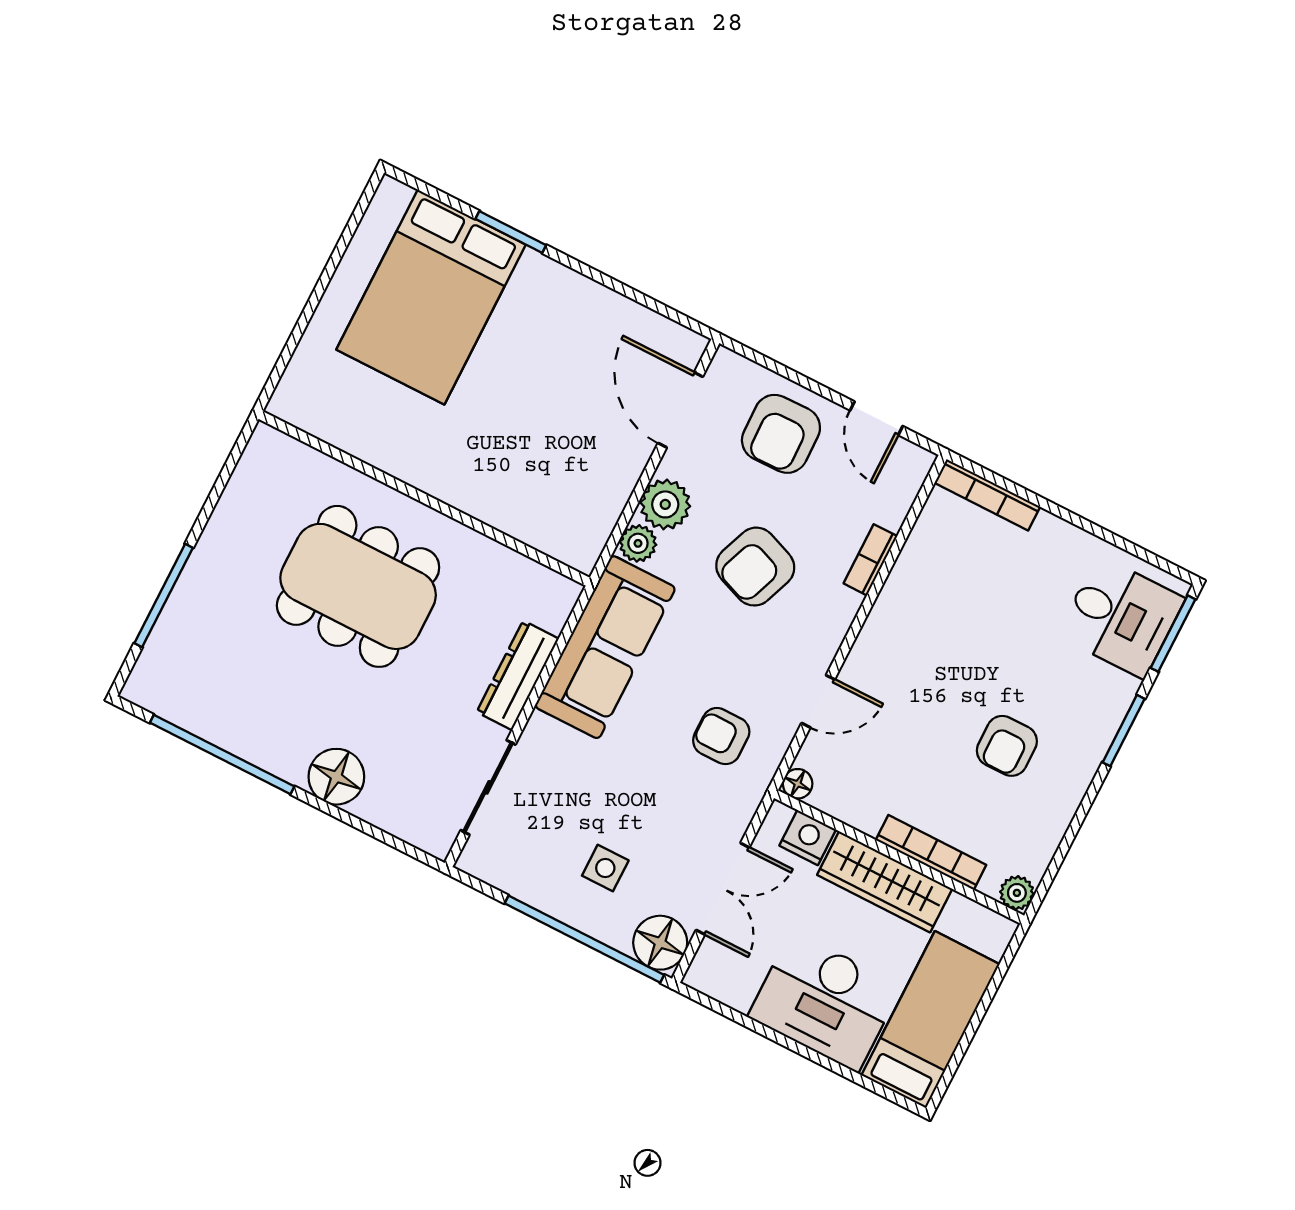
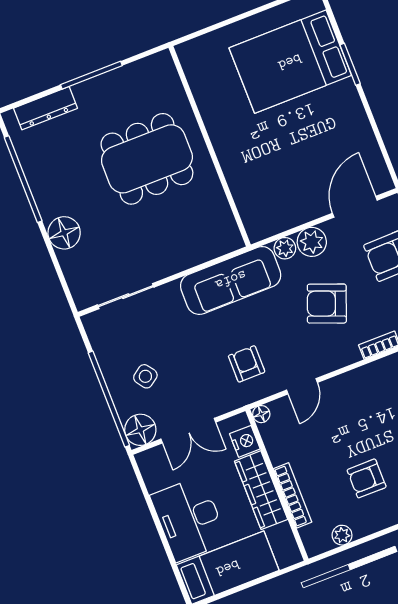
dining table: (358, 586) -> (147, 159), turned 90
window: (164, 595) -> (91, 75), moved
dresser: (518, 675) -> (46, 108), moved, turned 180
door: (818, 701) -> (302, 386), hinge flipped
side table: (605, 868) -> (145, 376), turned -36
plant: (1017, 893) -> (342, 535), moved

